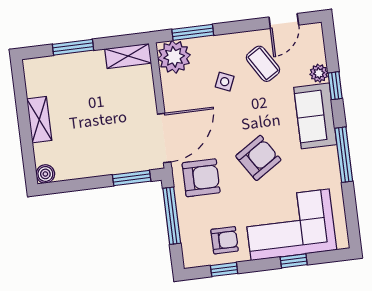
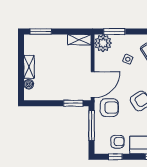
window: (73, 47) -> (41, 32), moved
boiler: (45, 174) -> (29, 84), moved

